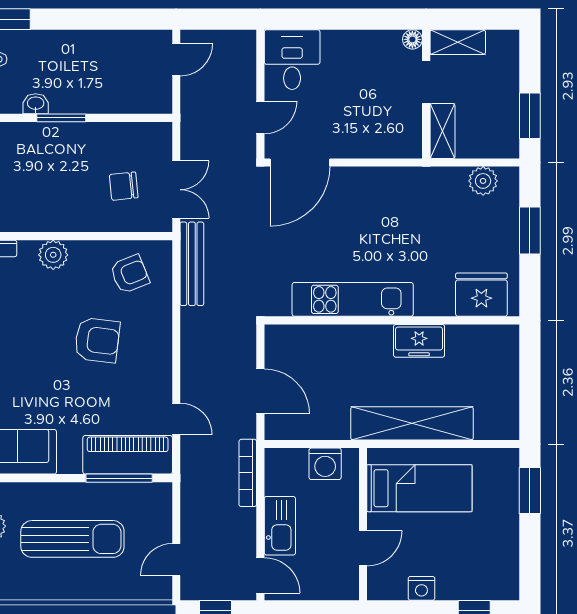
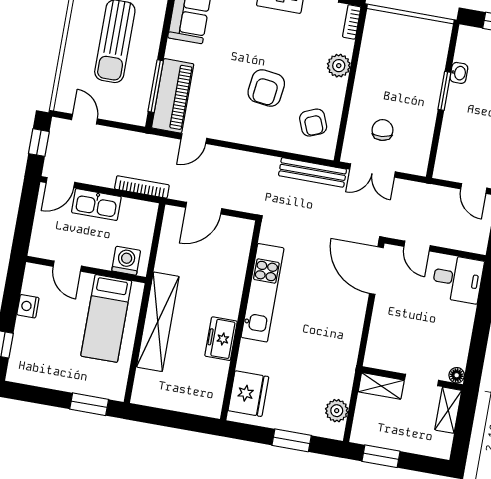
washing machine: (325, 464) -> (126, 261), moved, turned 90

